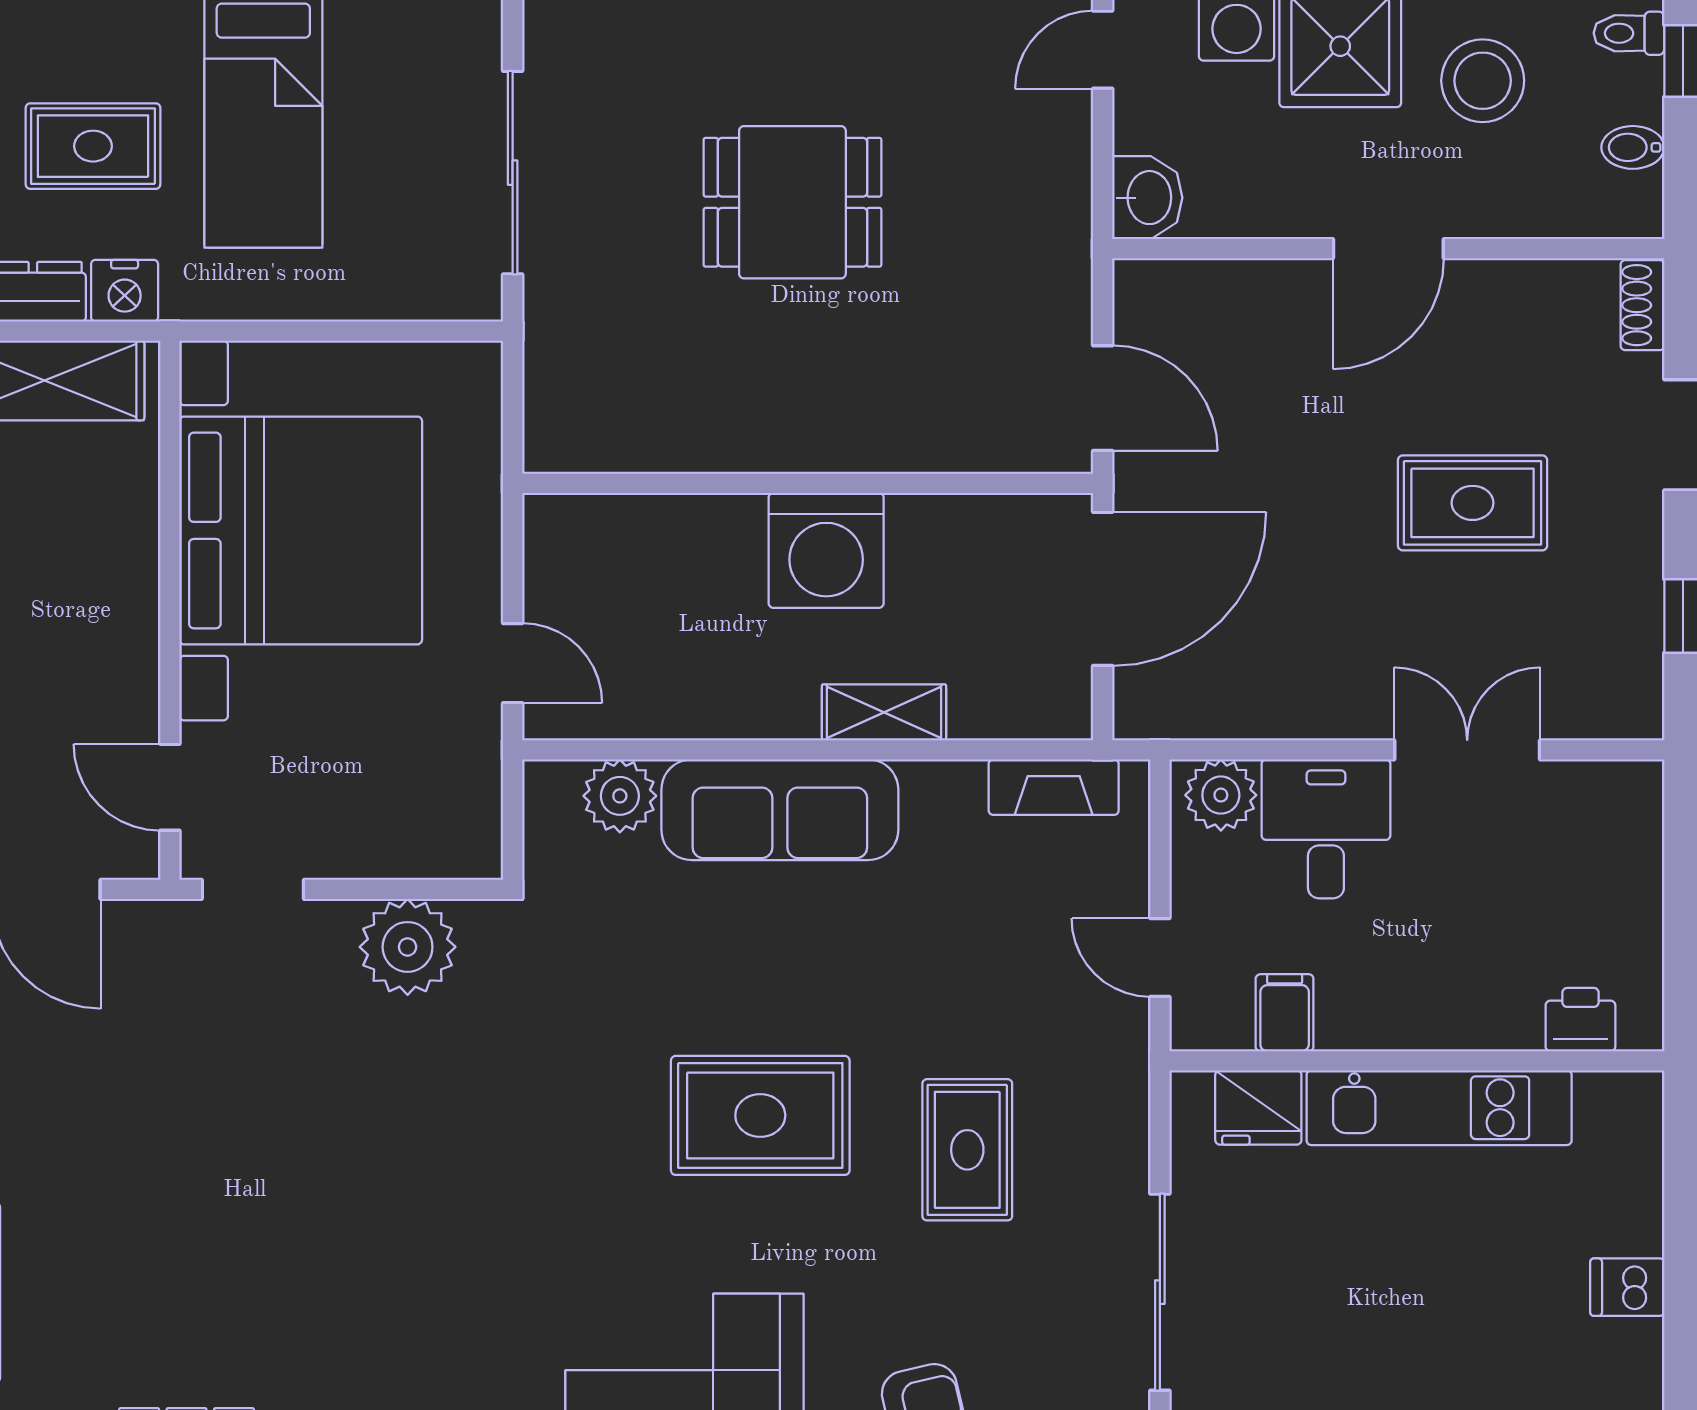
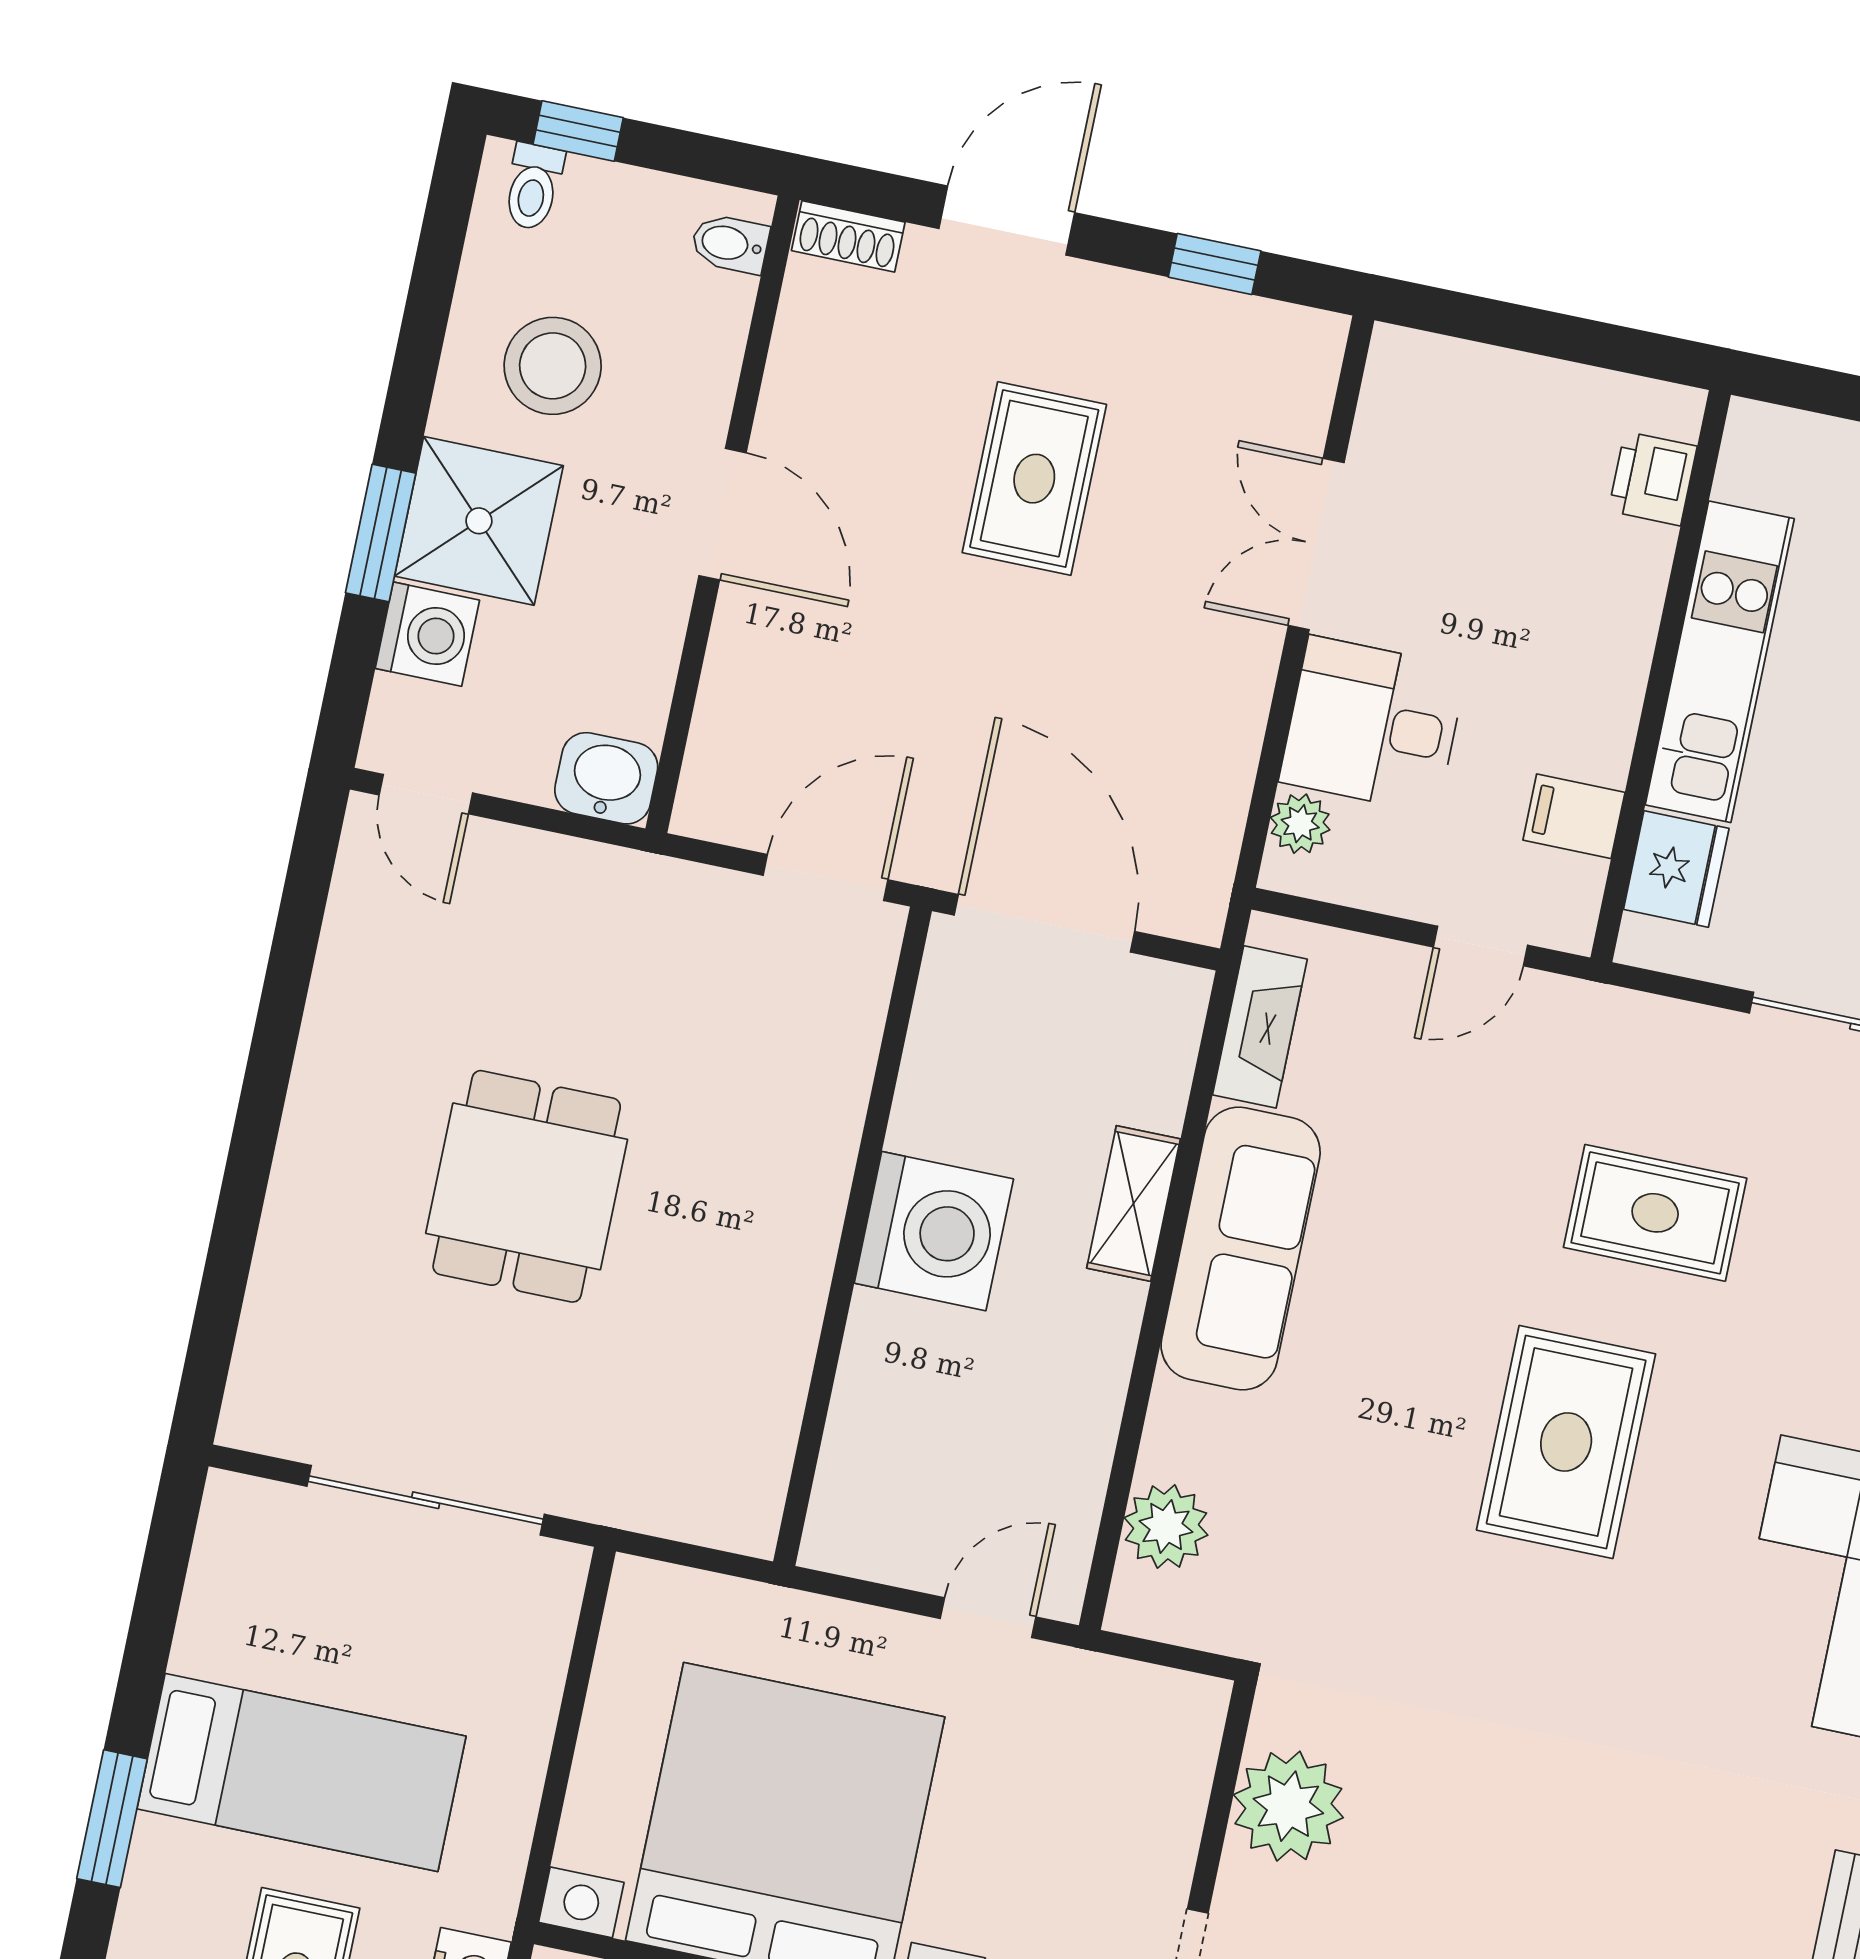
bidet: (1633, 147) -> (730, 244), moved, turned 90
plant: (1221, 795) -> (1300, 824), width x0.73, depth x0.73
sofa: (780, 810) -> (1241, 1249), moved

